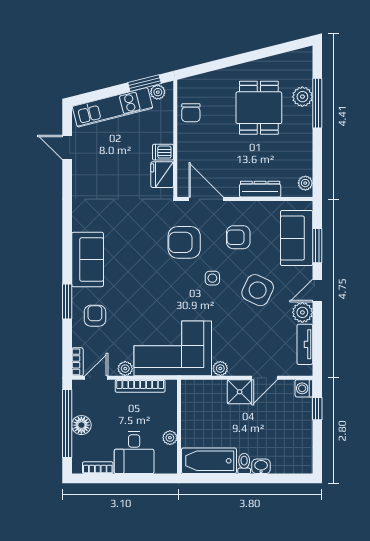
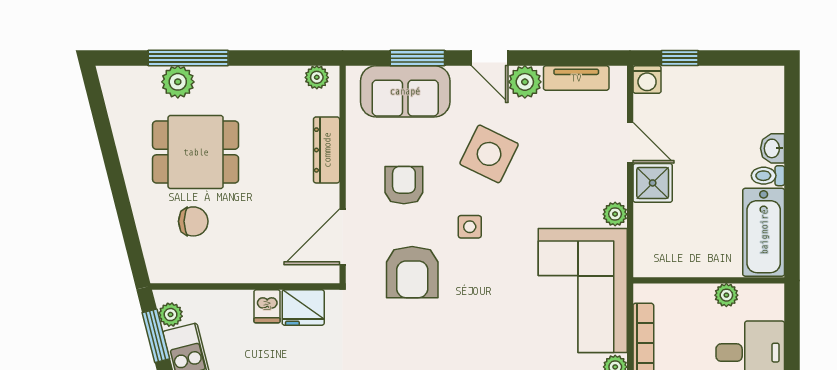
chair: (191, 113) -> (193, 221), moved
armchair: (238, 237) -> (404, 185), turned 180

